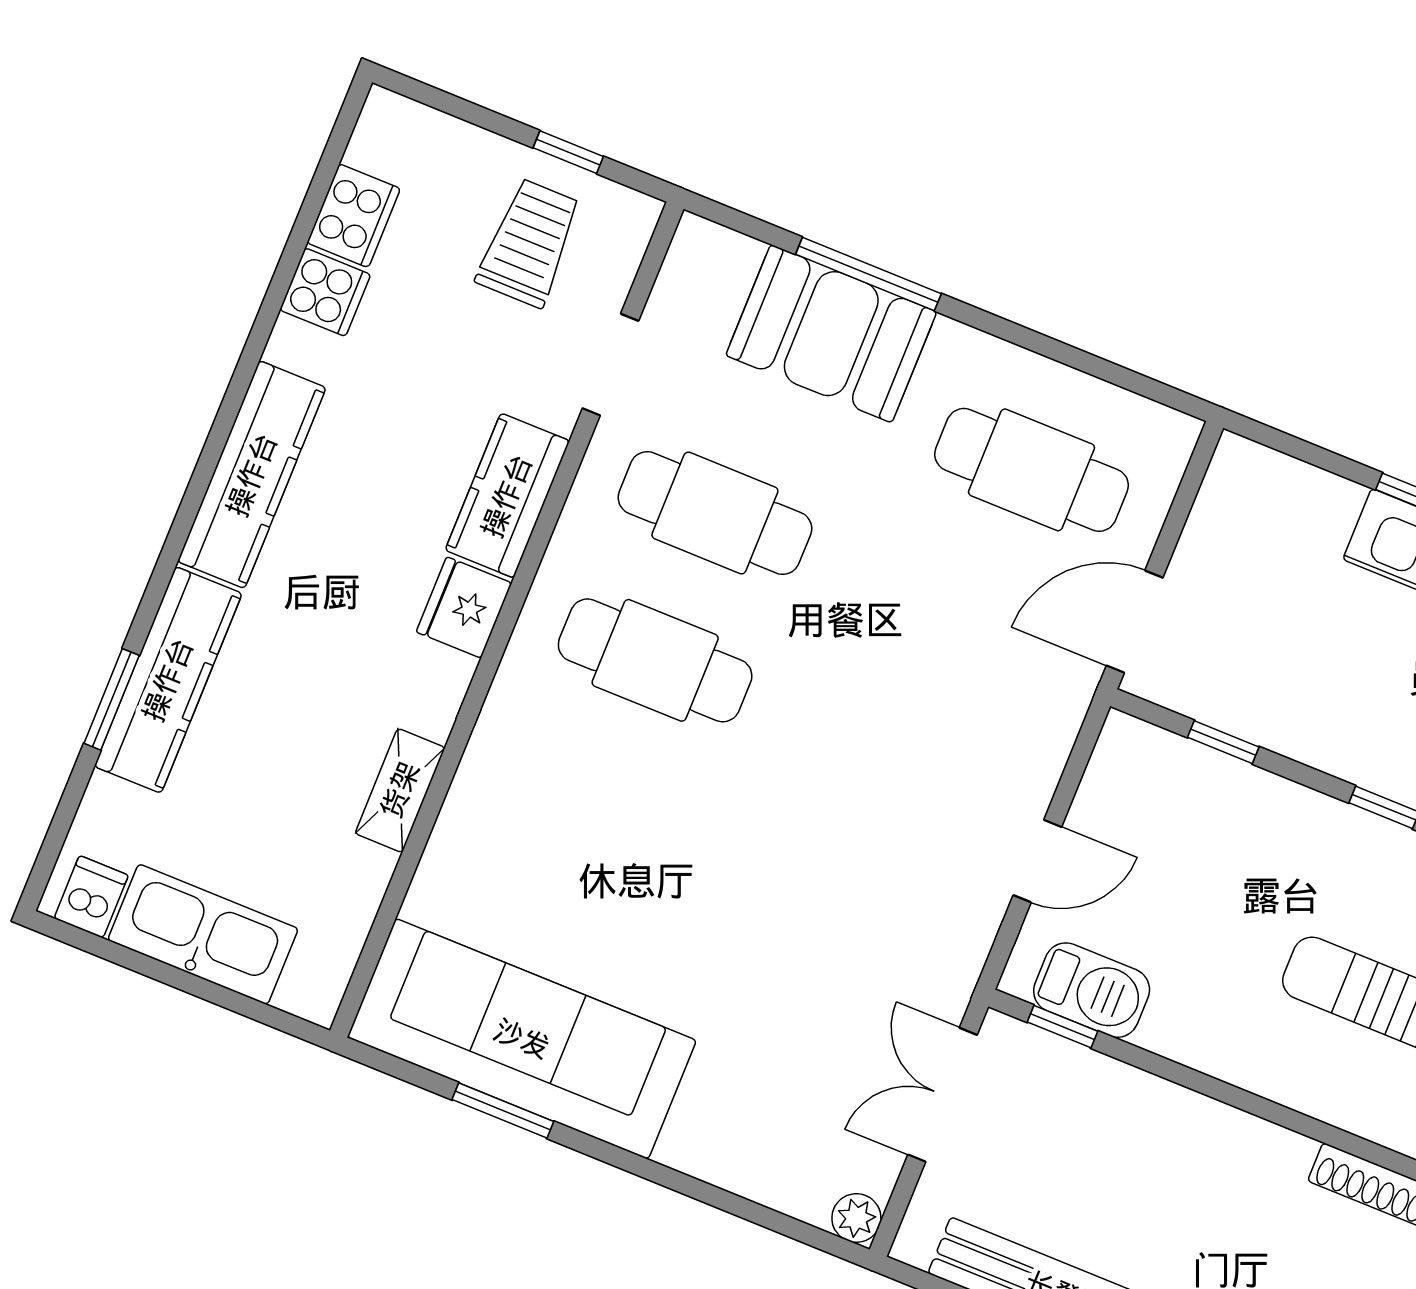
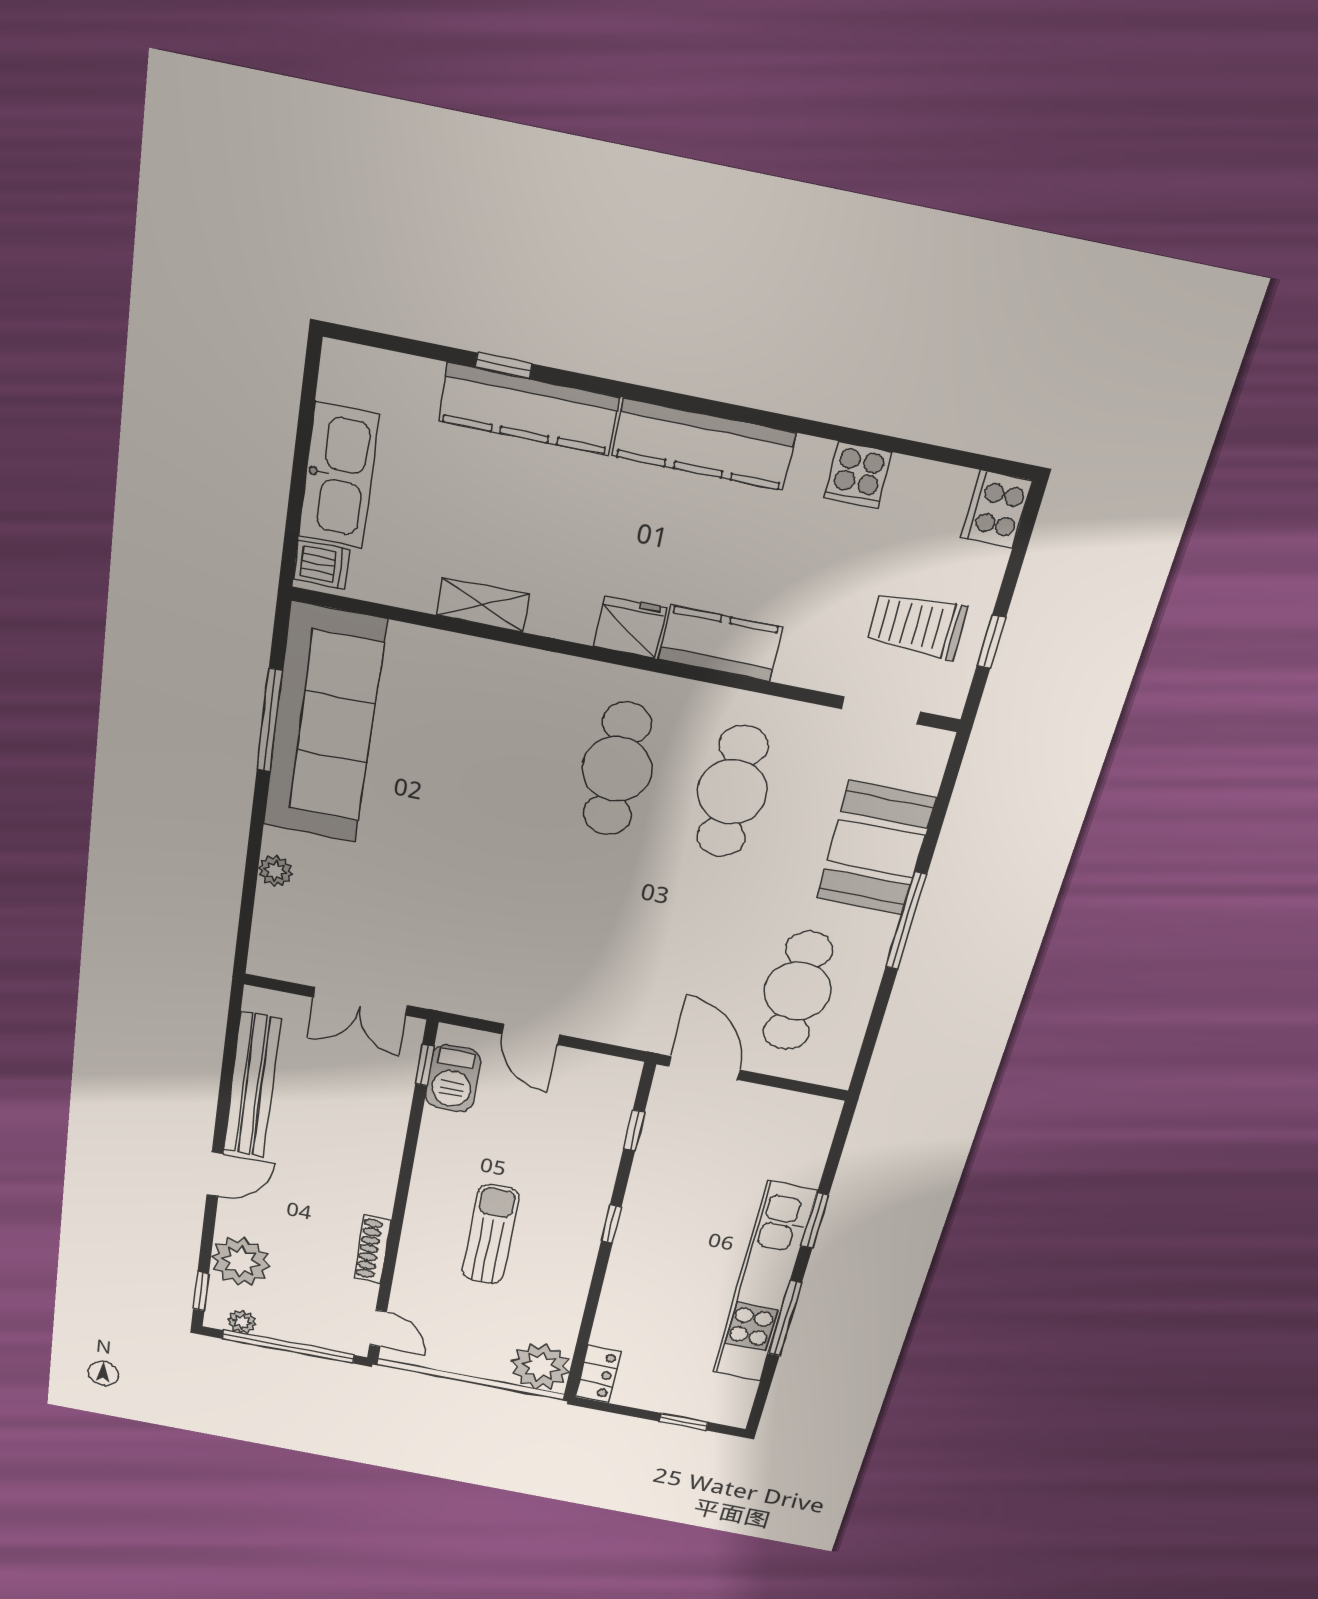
cooker: (354, 216) -> (997, 509), moved, turned 90
trolley: (529, 243) -> (917, 625), turned 180
window: (868, 274) -> (906, 921), moved
doorway: (610, 365) -> (881, 710), moved
window: (112, 699) -> (504, 366), width x0.67
dishwasher: (91, 897) -> (322, 564), moved
double door: (943, 1095) -> (360, 1001), swing flipped
window: (503, 1111) -> (269, 720), width x1.44
plant: (856, 1218) -> (275, 871), moved

